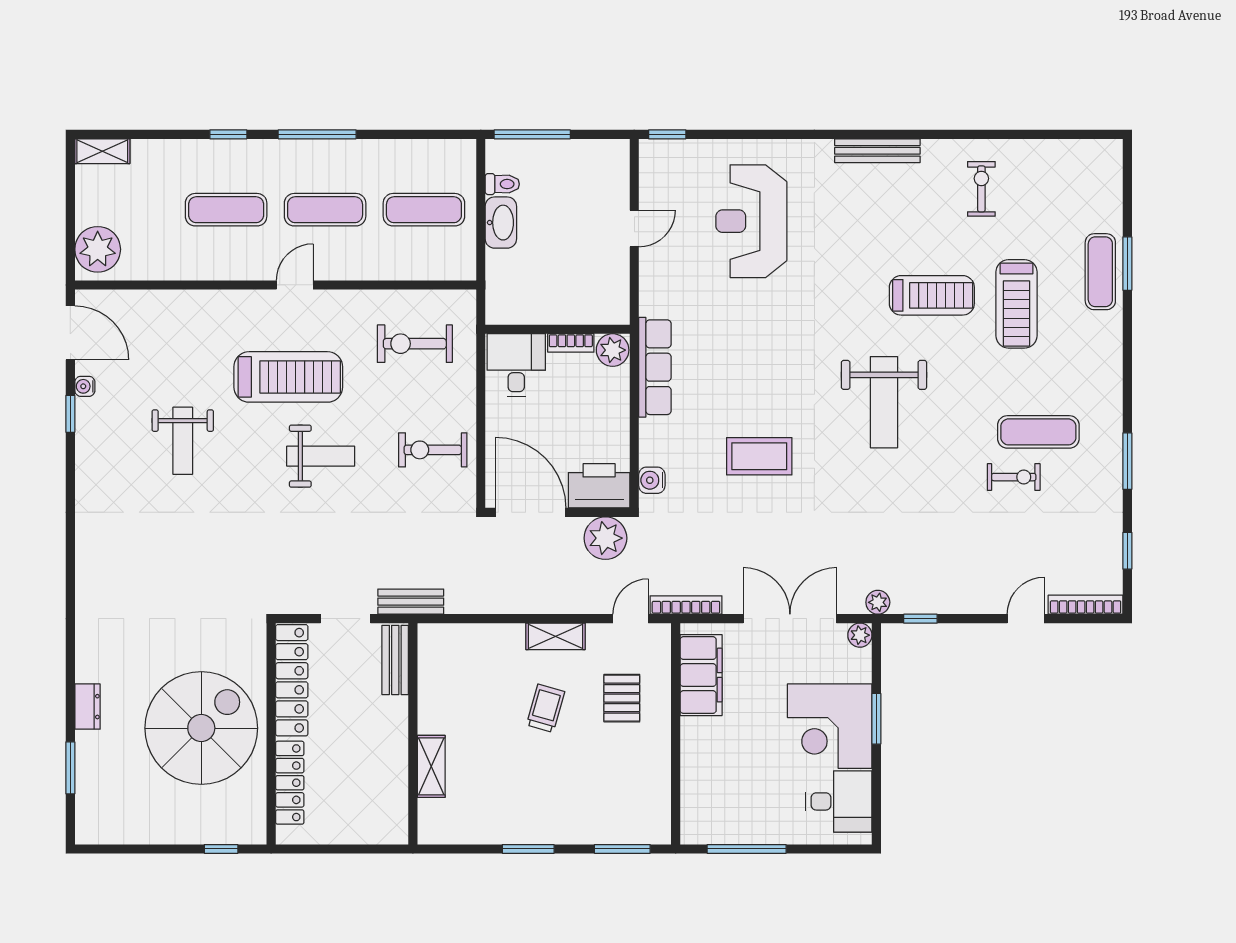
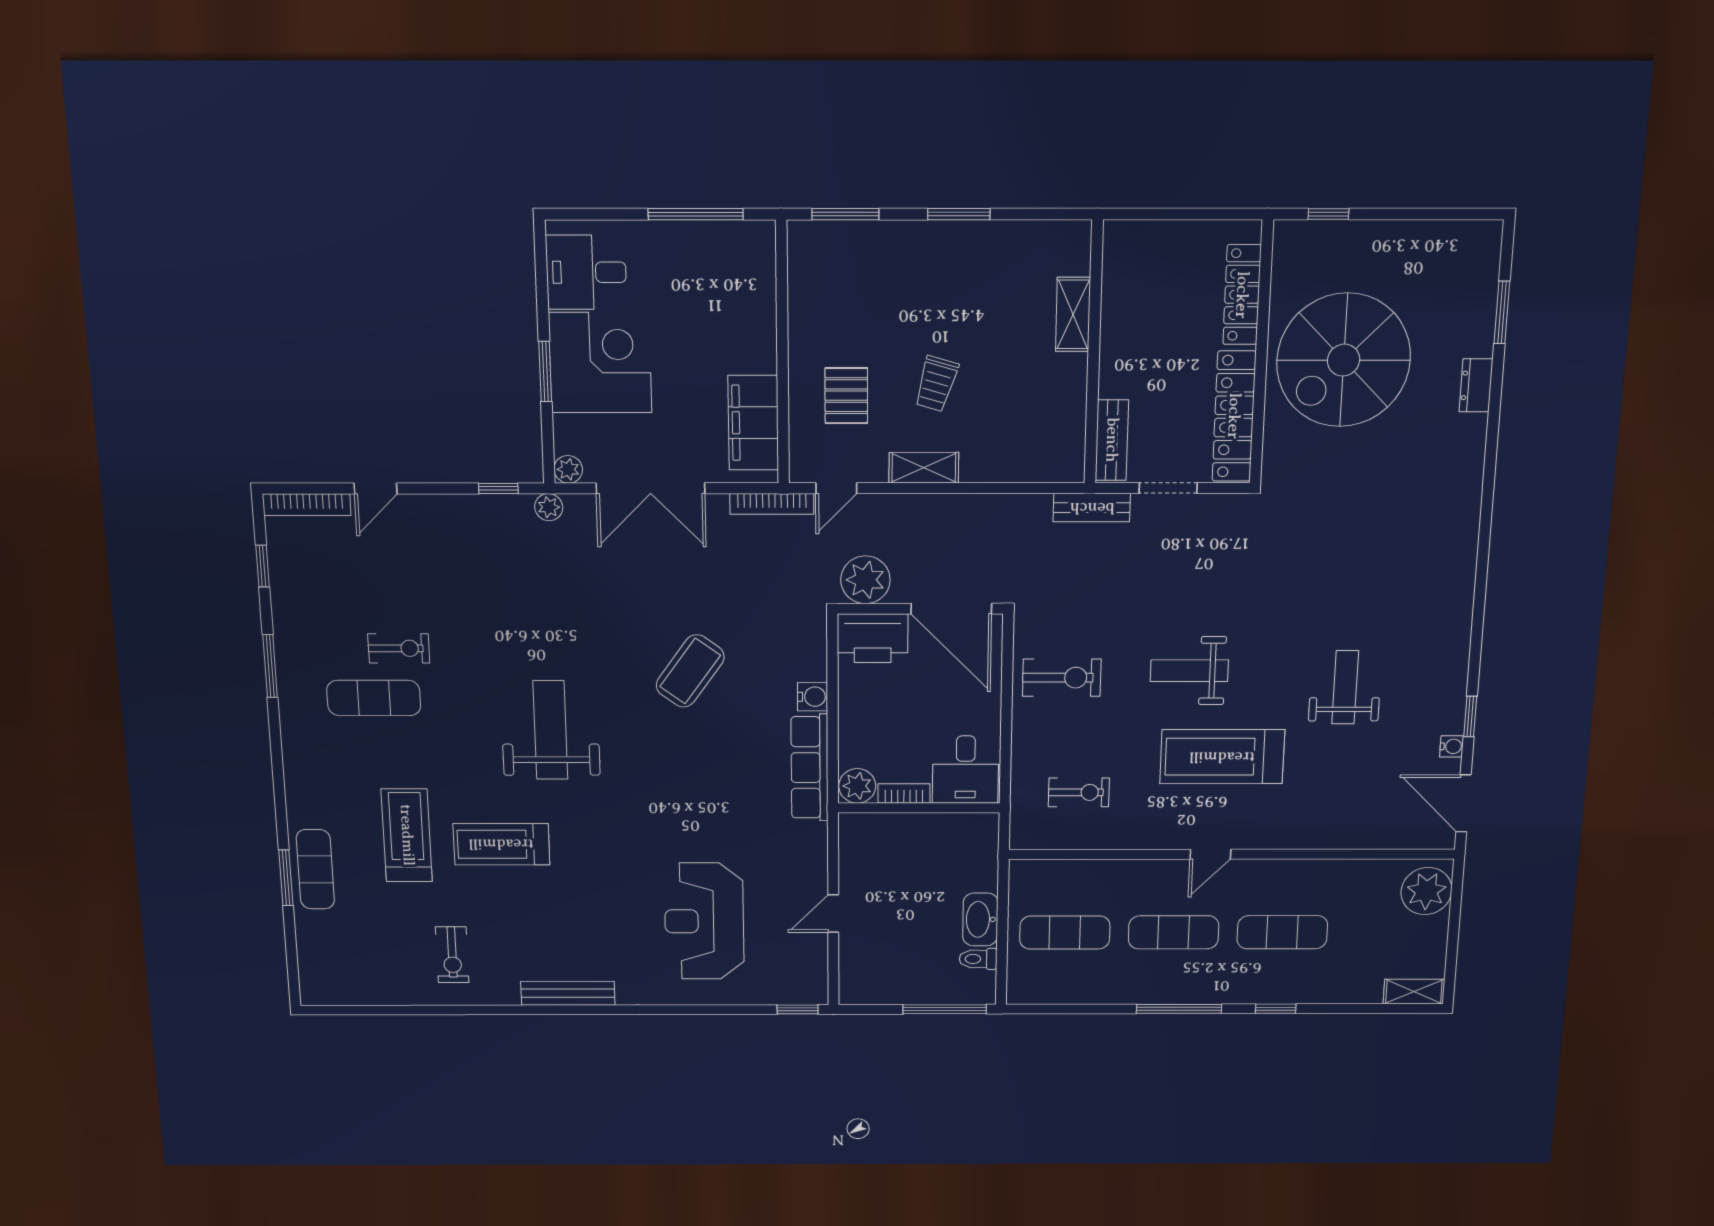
reception desk: (751, 221) -> (704, 921), turned 180
exercise bike: (415, 344) -> (1079, 792), width x0.73, depth x0.72
coffee table: (759, 456) -> (690, 671), turned -54
exercise bike: (1014, 477) -> (399, 648), turned 180
water cooler: (652, 480) -> (813, 697), moved

